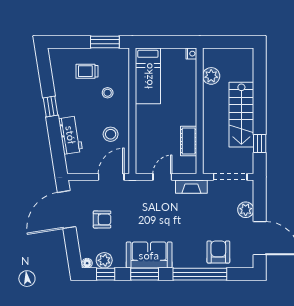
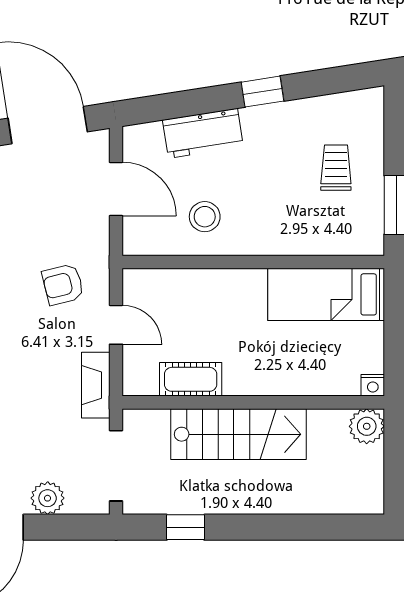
plant: (211, 76) -> (367, 426), moved
stool: (108, 93) -> (291, 210), removed
stairs: (241, 115) -> (238, 434), moved, turned 180
door: (111, 177) -> (116, 189), moved
armchair: (102, 219) -> (63, 284), moved, turned 76

